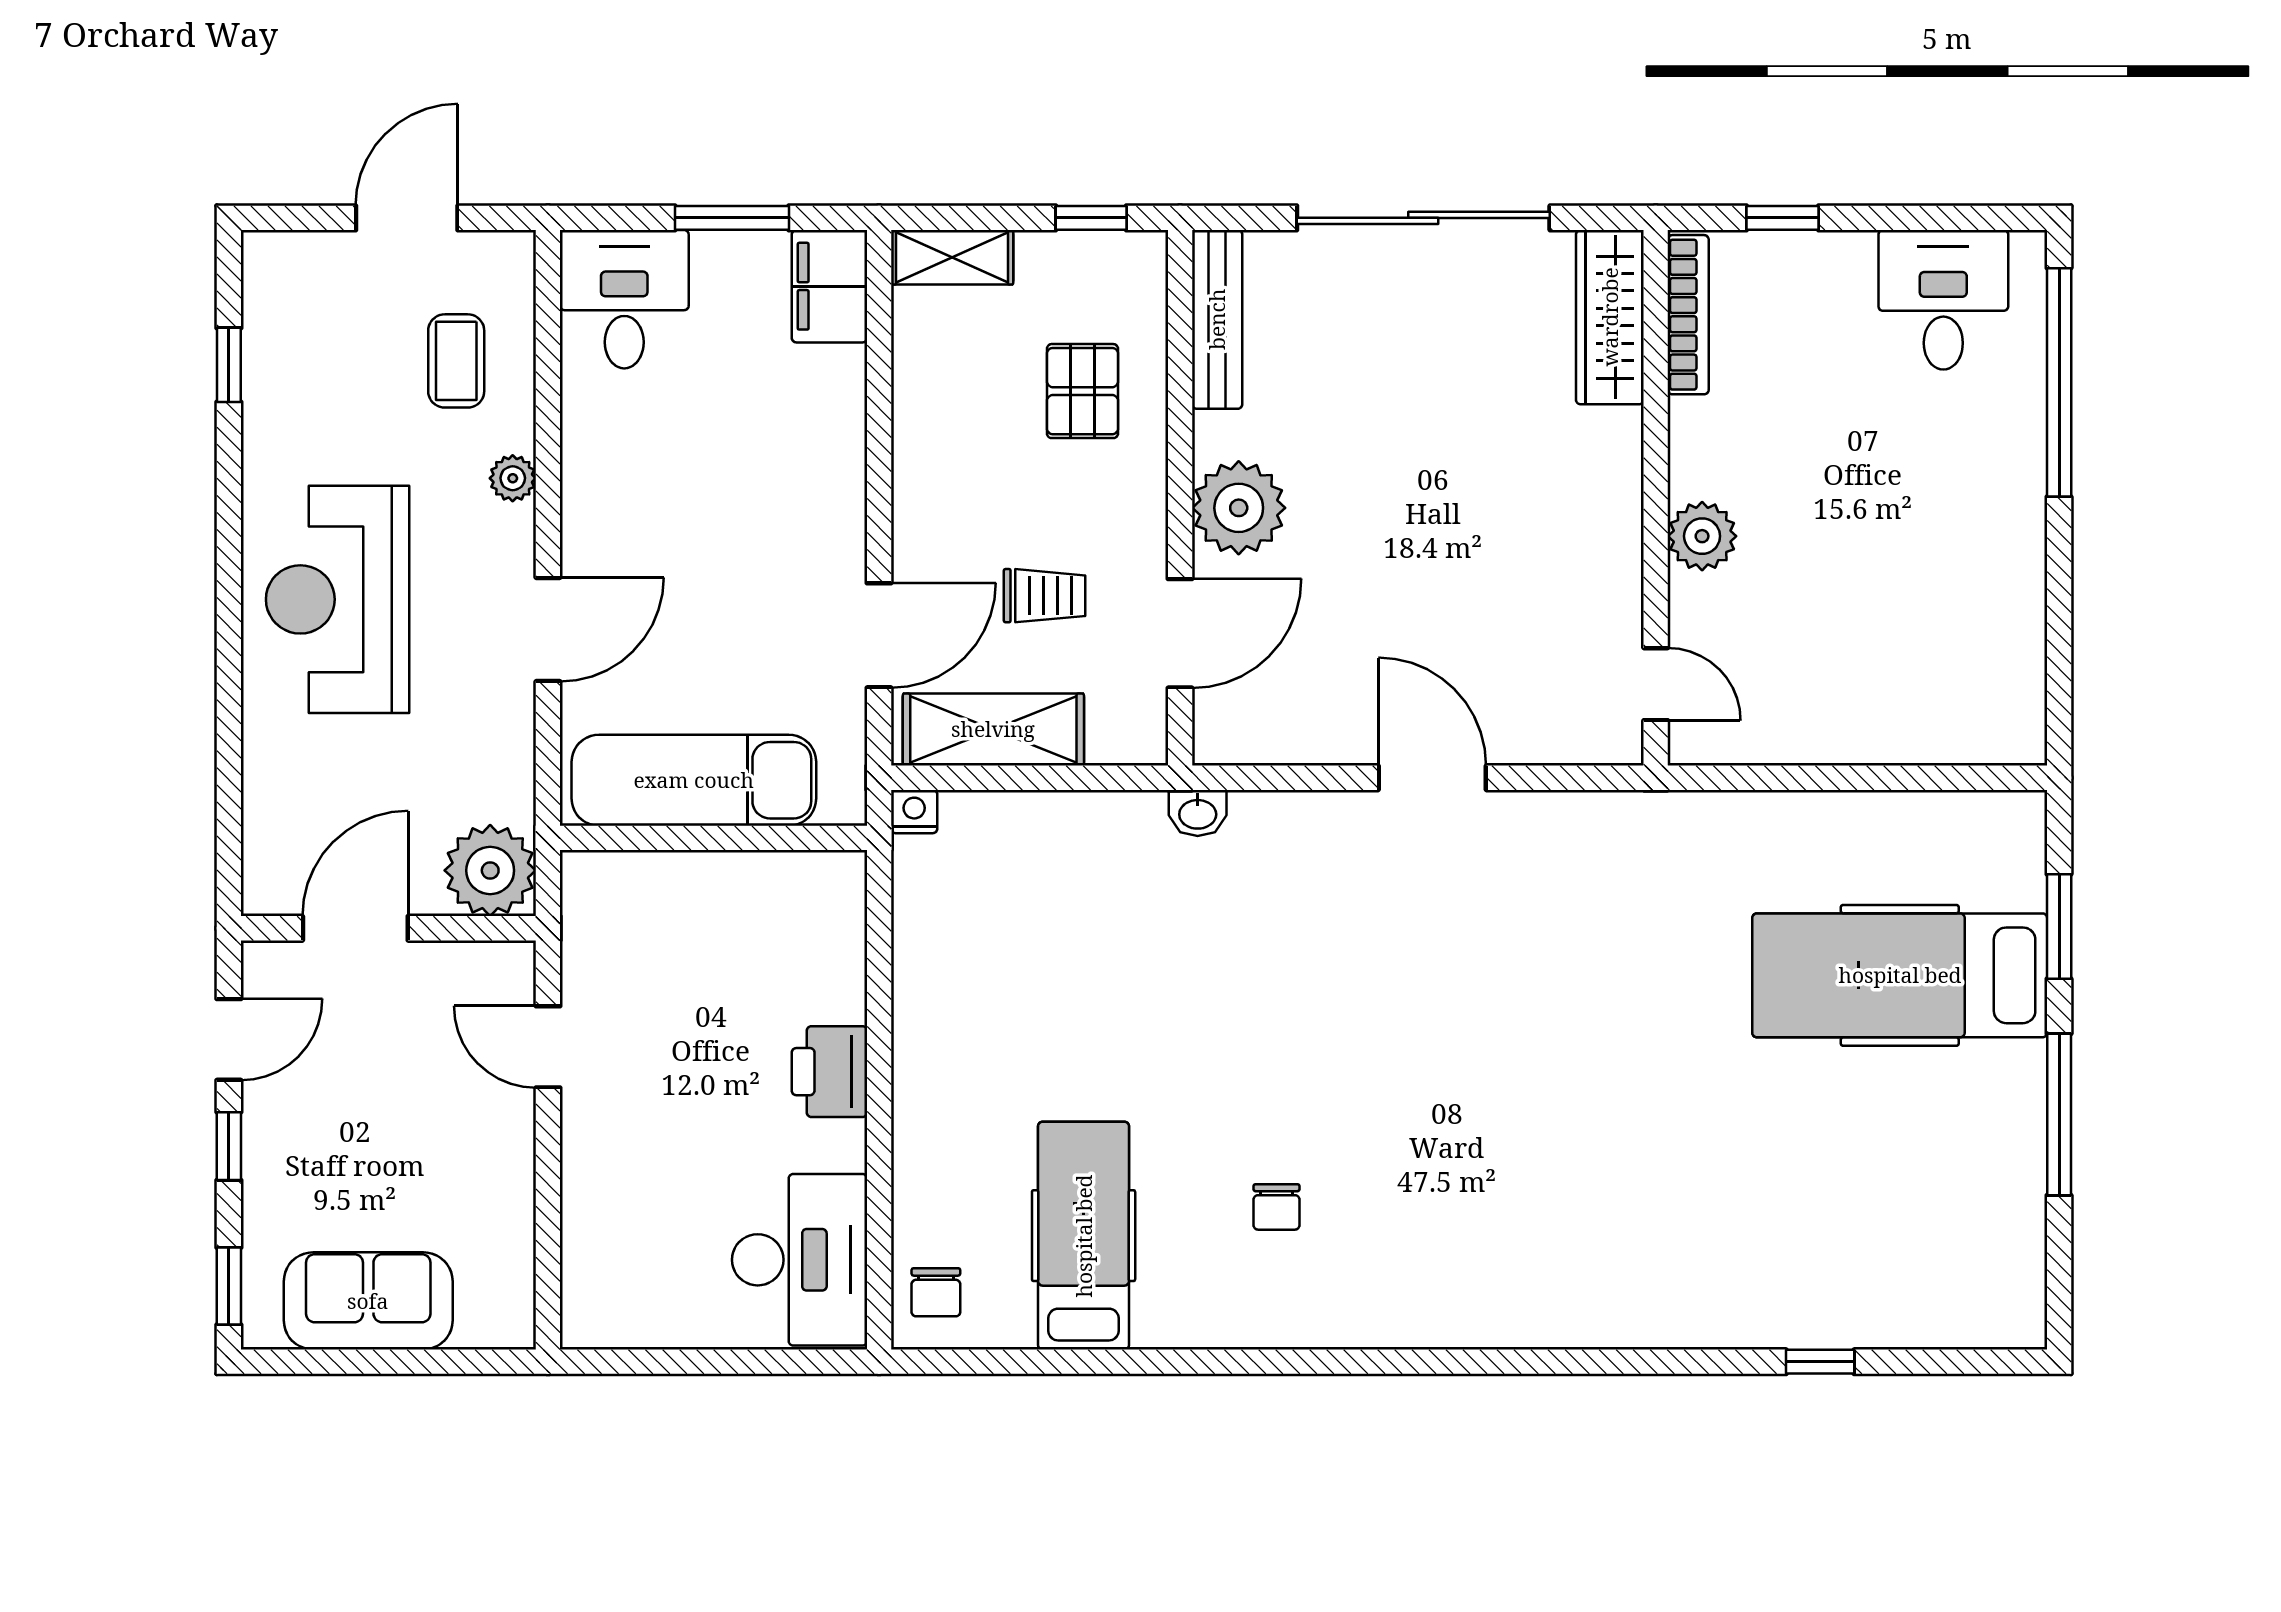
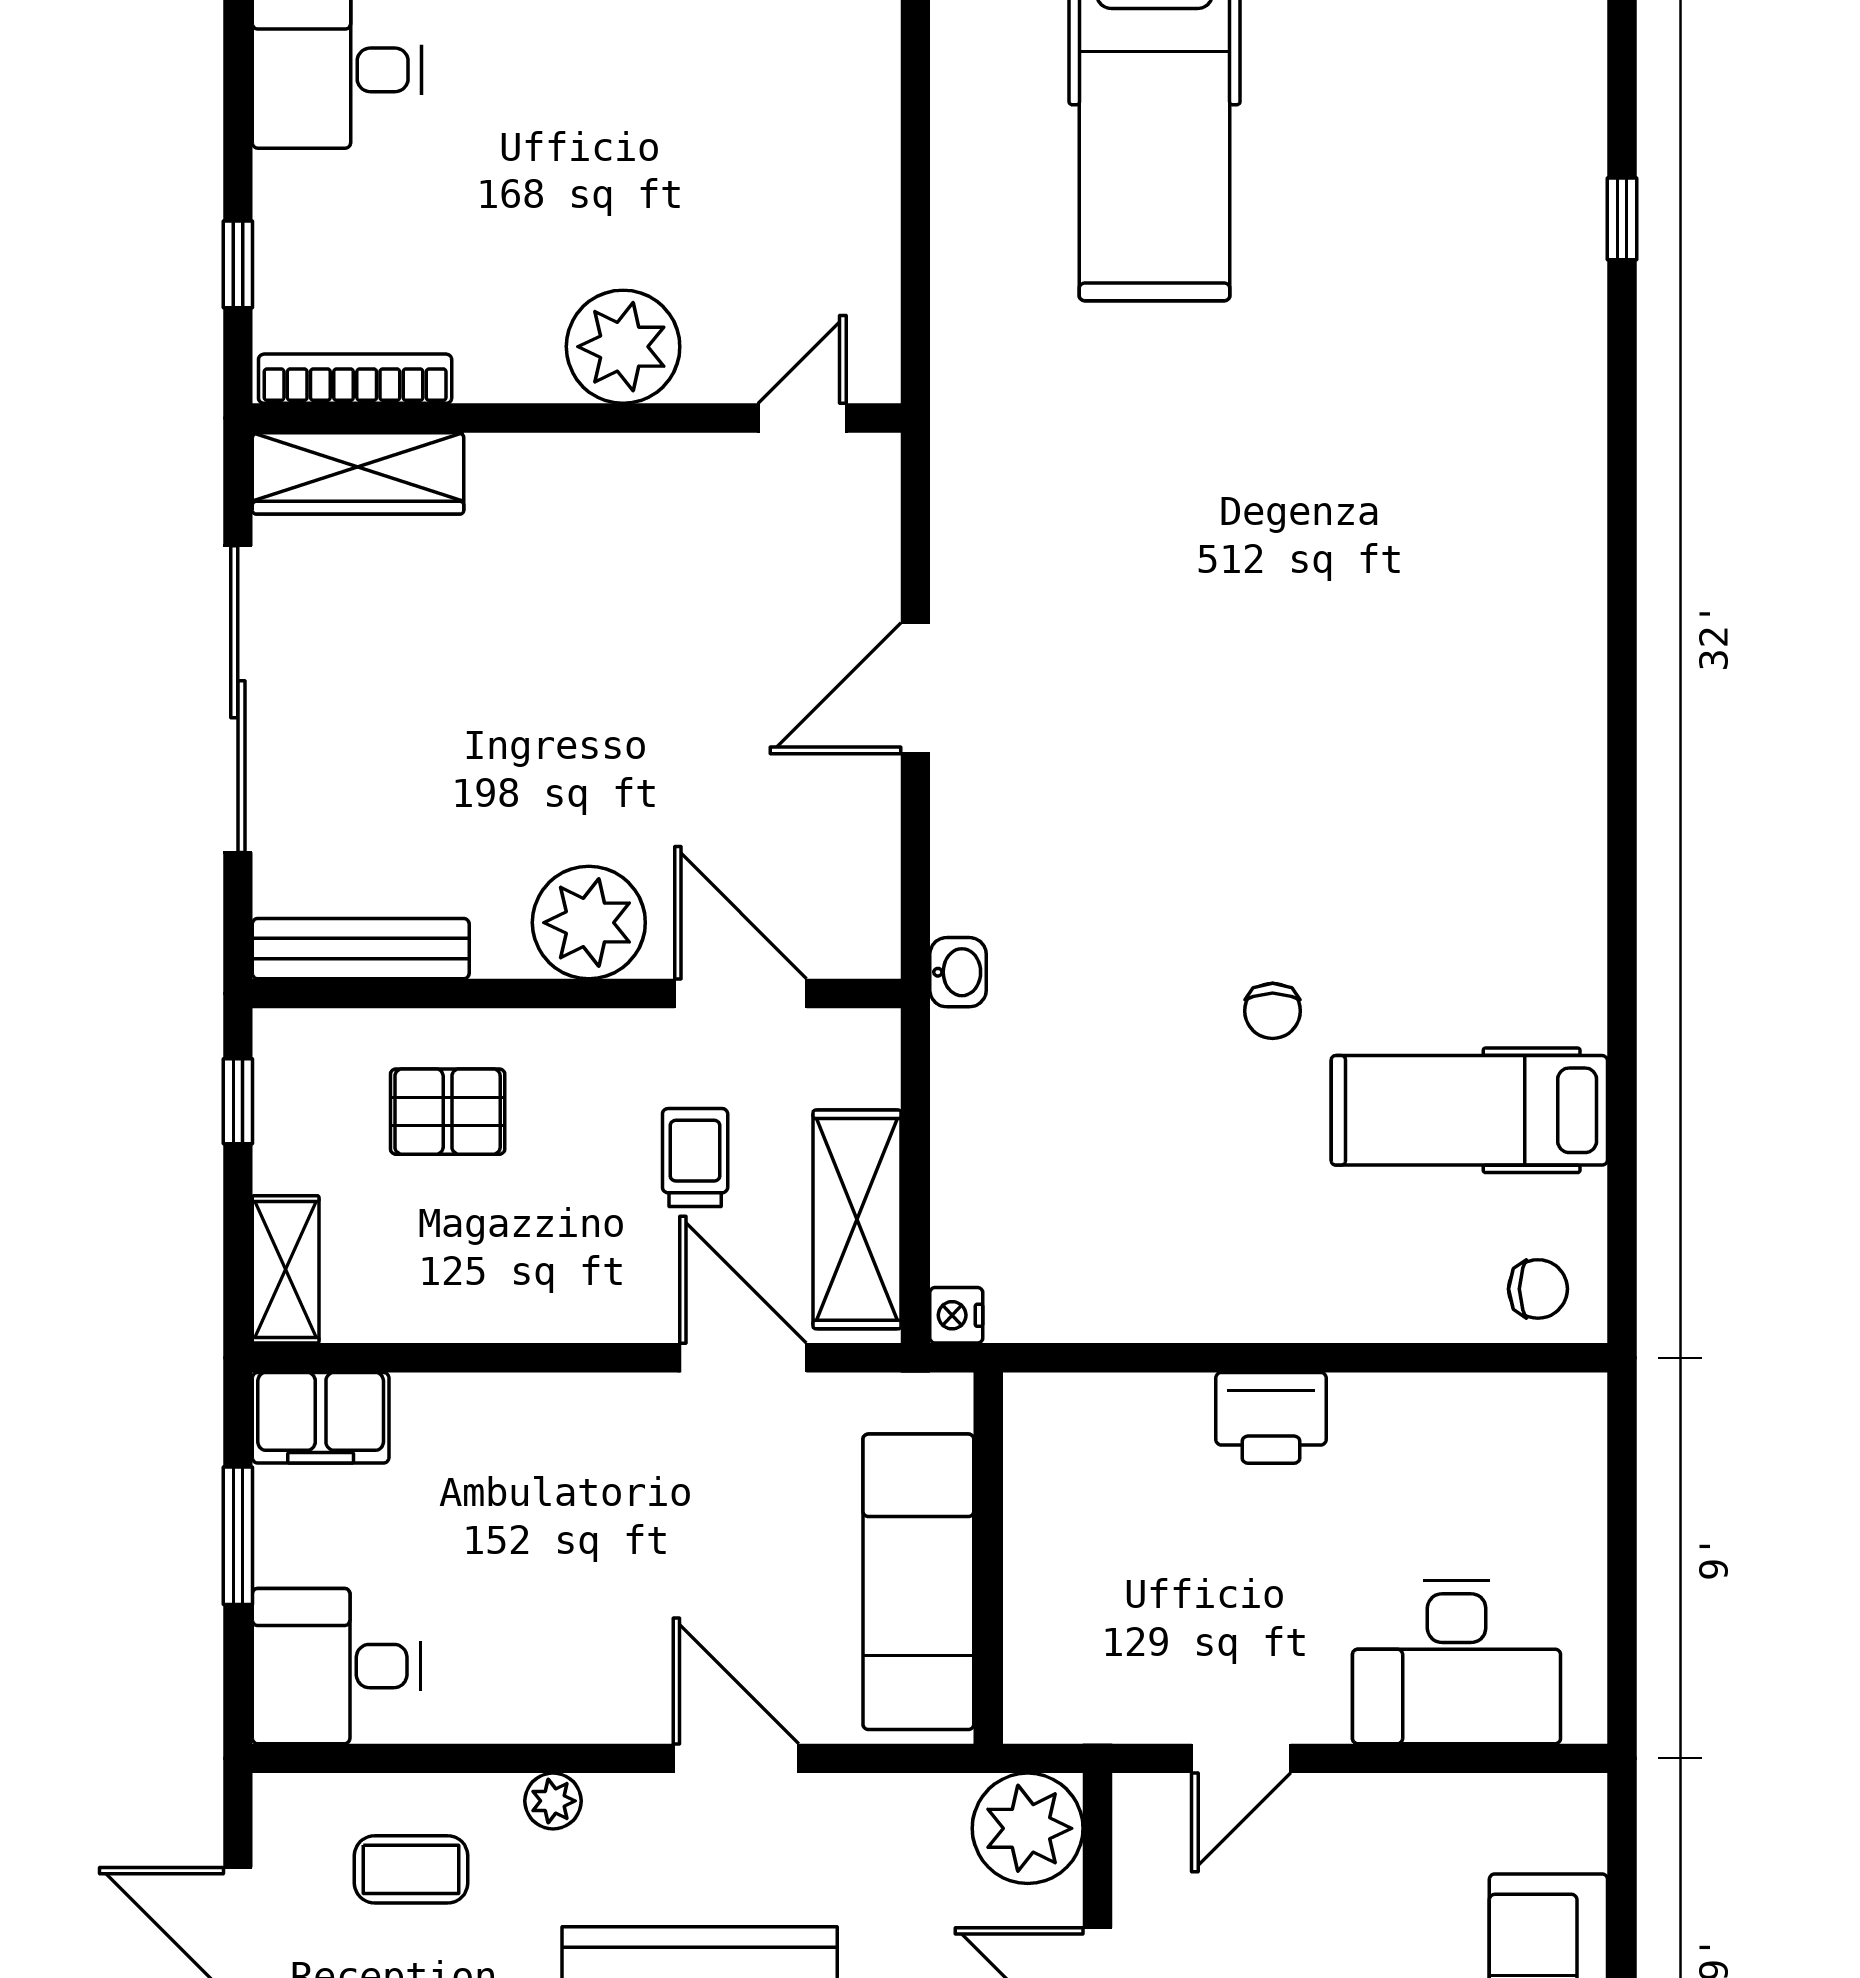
plant: (1702, 536) -> (623, 347), width x1.36, depth x1.36
chair: (1276, 1207) -> (1273, 1011), moved, turned 90
desk: (800, 1260) -> (1457, 1662), moved, turned 180

